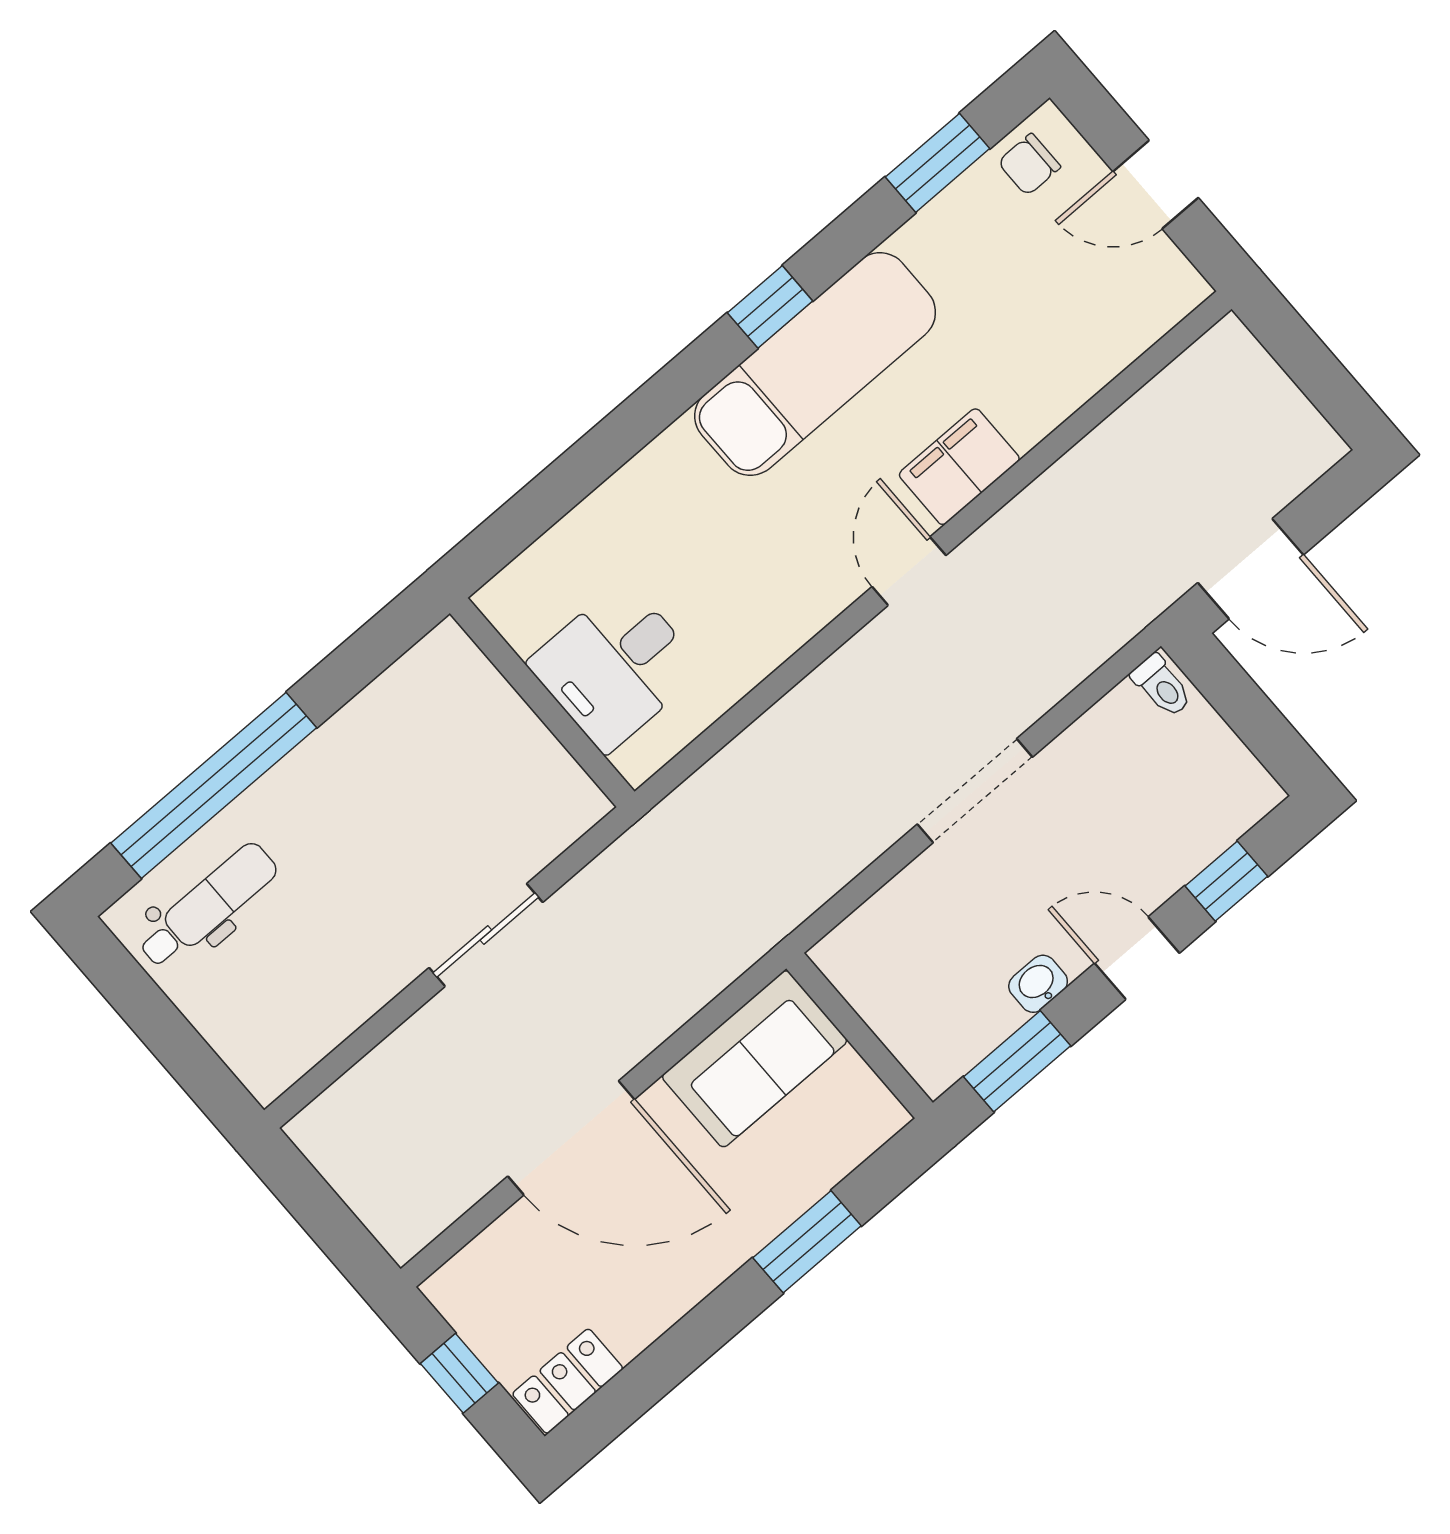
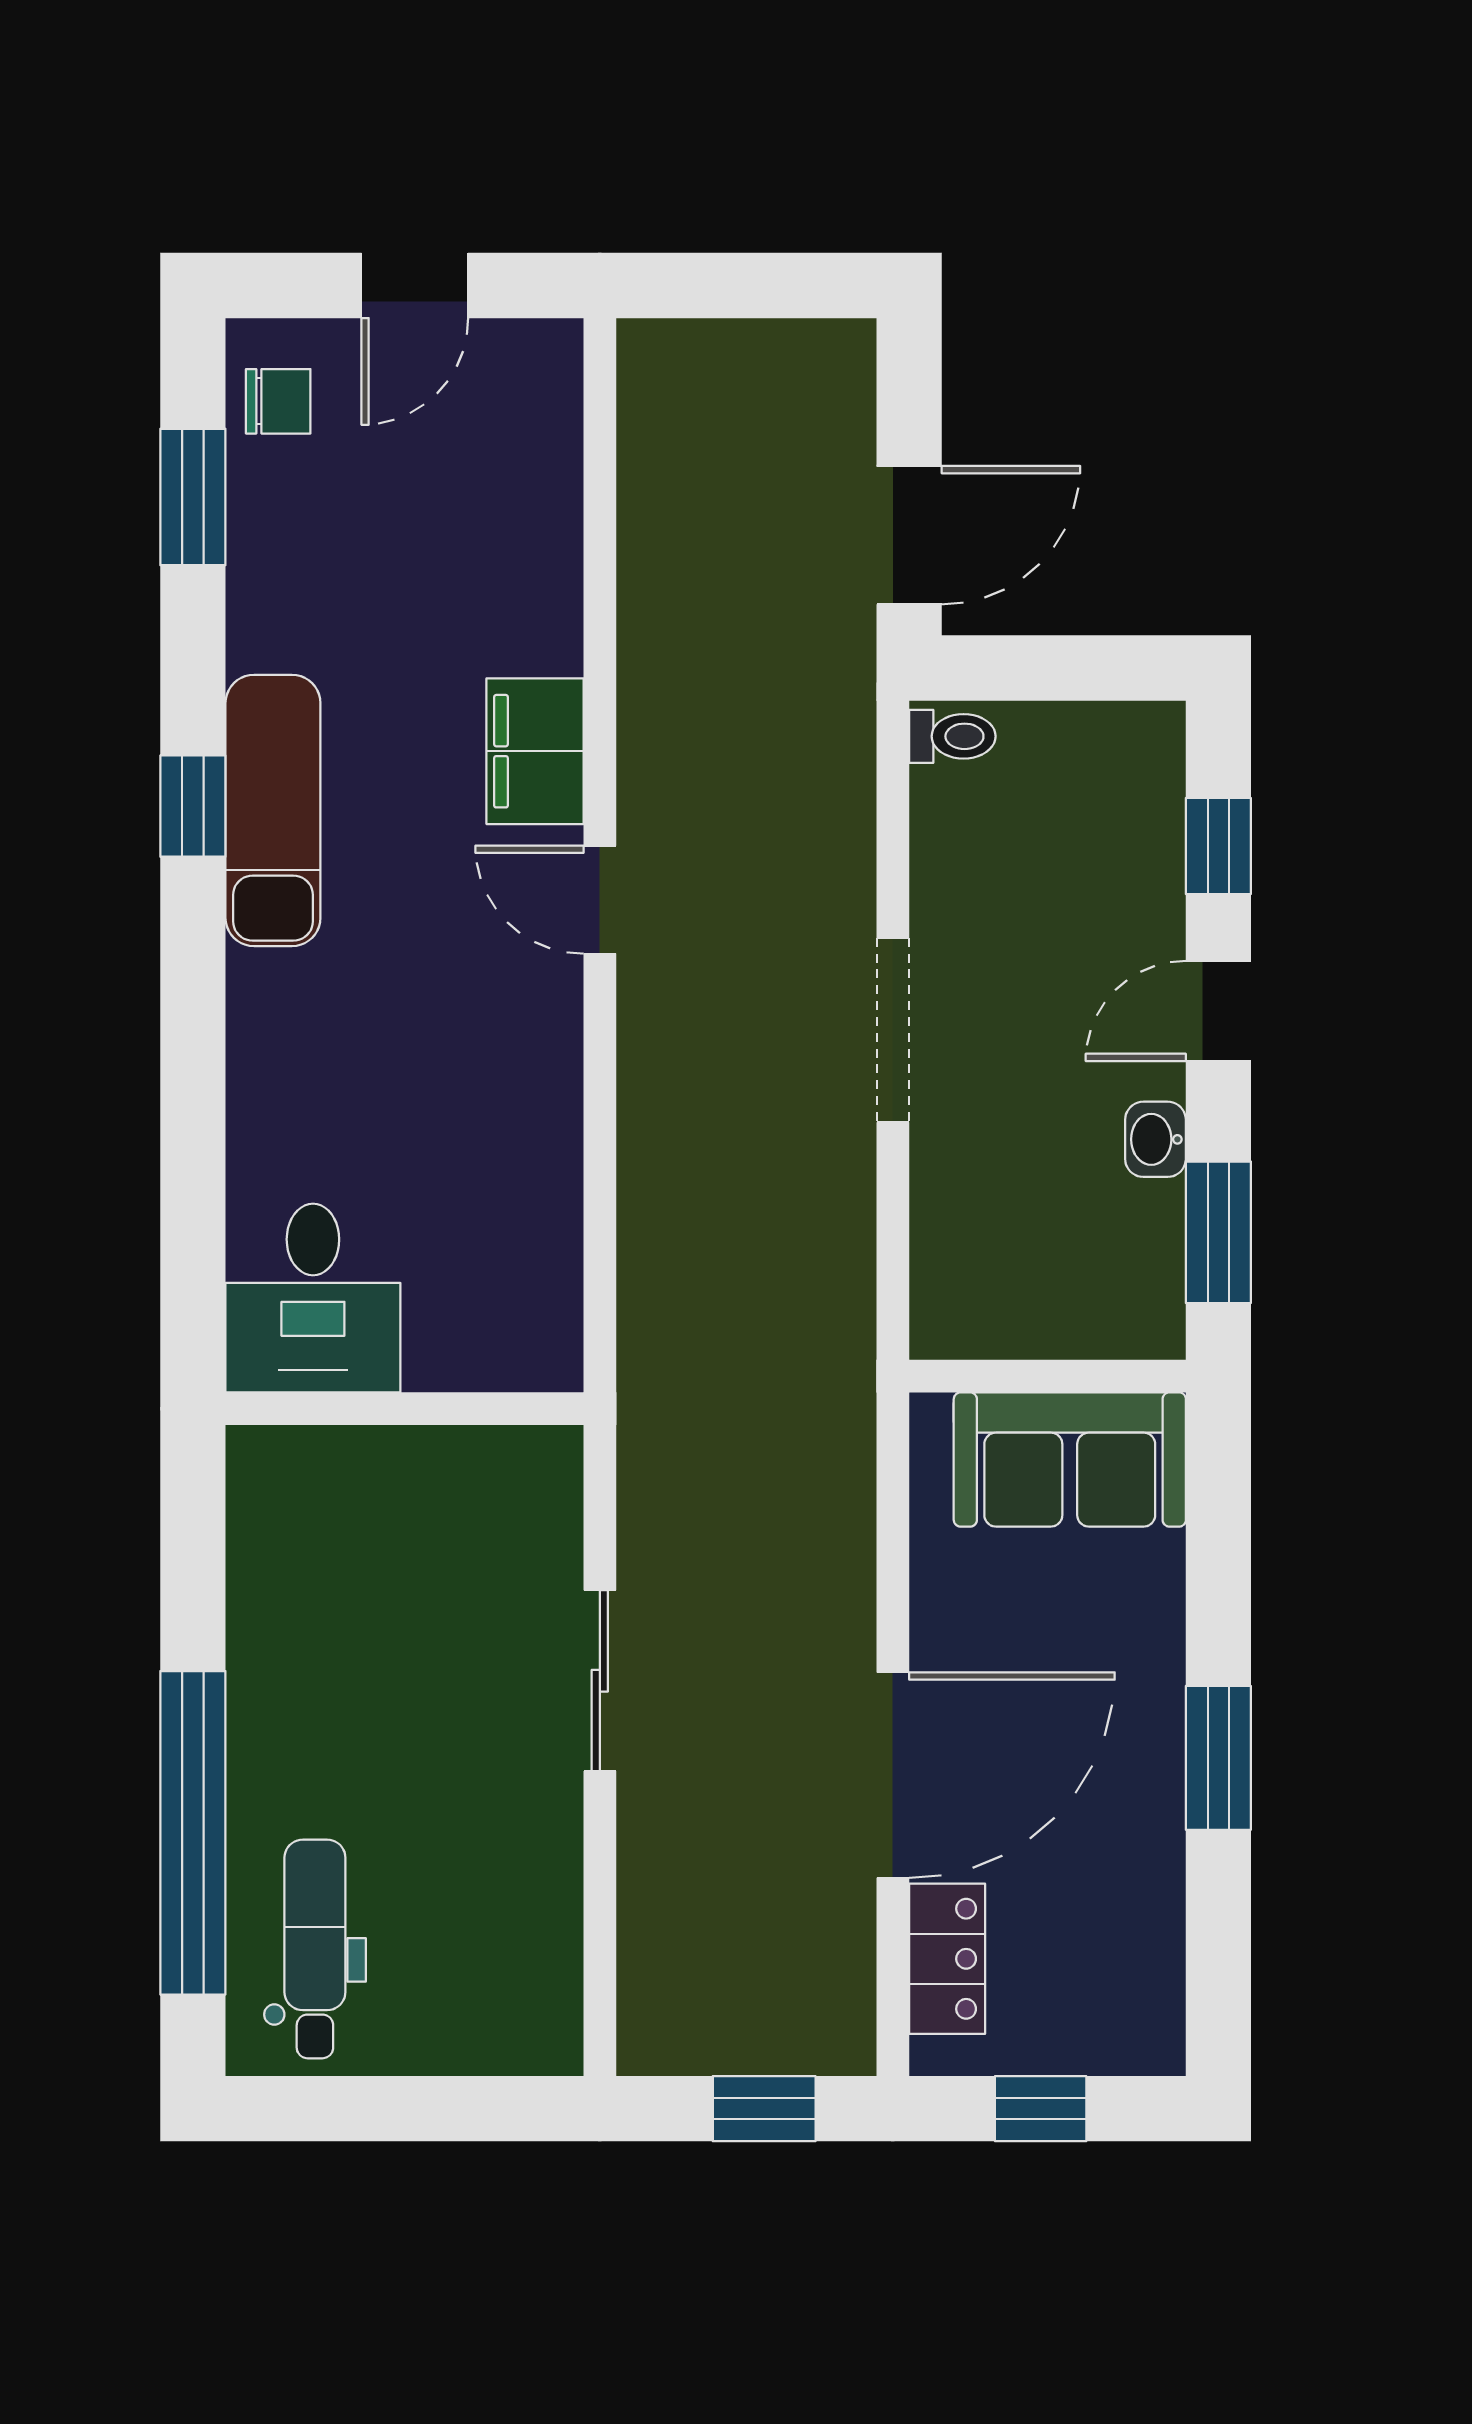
chair: (1029, 165) -> (278, 401), turned -90
exam couch: (815, 364) -> (273, 810), width x0.73, depth x0.69
desk: (615, 666) -> (313, 1298), moved
sofa: (755, 1059) -> (1070, 1460), moved, turned 90
window: (331, 1224) -> (764, 2109), added
window: (807, 1242) -> (1218, 1758), moved
locker: (568, 1381) -> (947, 1959), moved, turned 180

